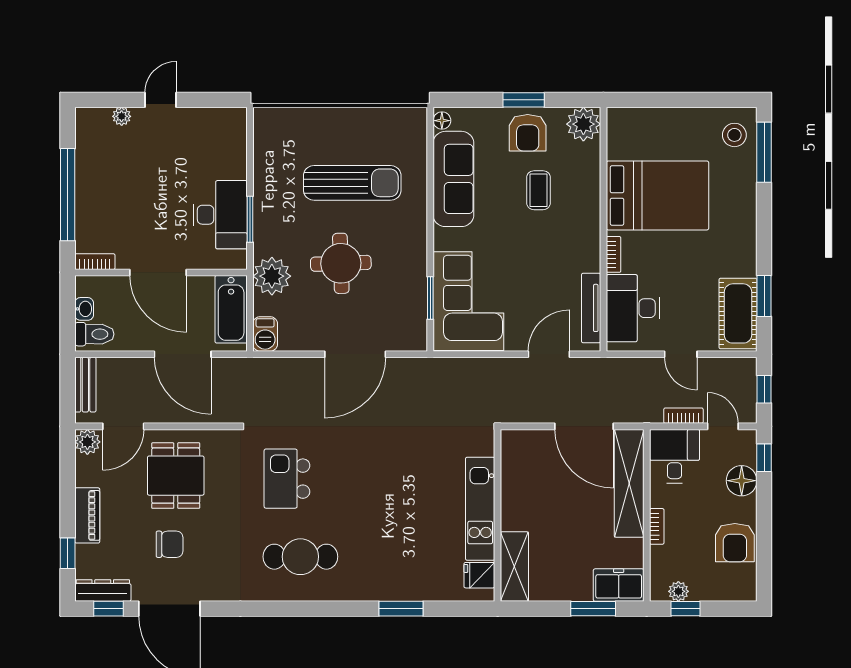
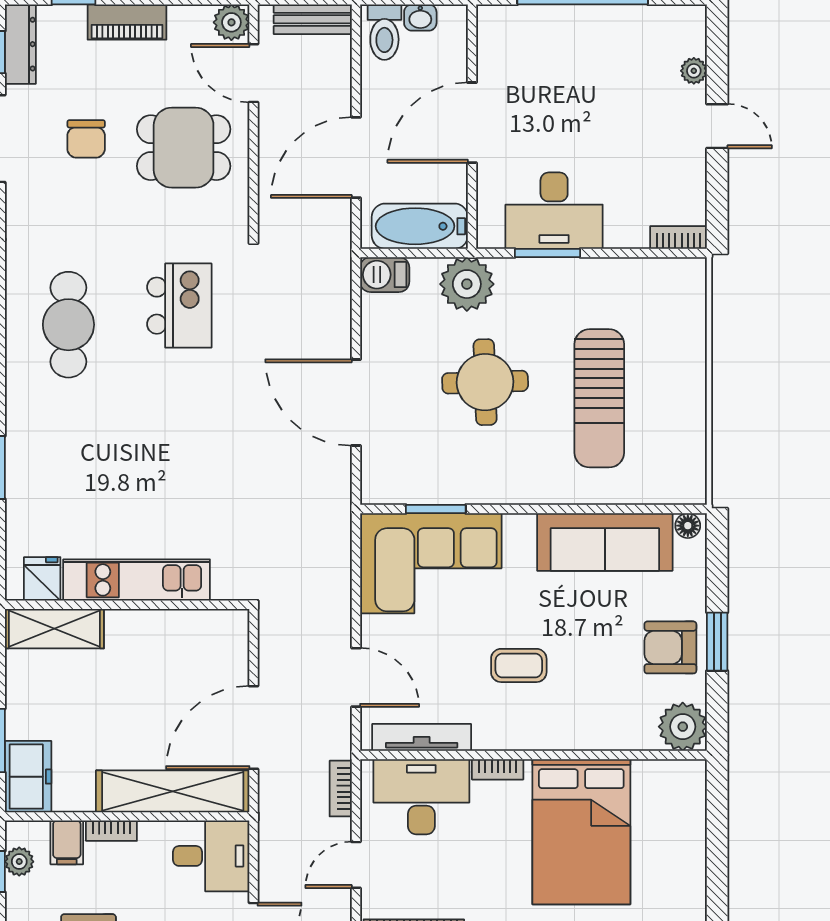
coffee table: (539, 190) -> (519, 665), moved
bookcase: (95, 262) -> (678, 238), moved, turned -90
bookcase: (683, 416) -> (341, 789), moved, turned 180
kitchen island: (287, 479) -> (179, 306), turned 90
filing cabinet: (665, 558) -> (67, 842), added

